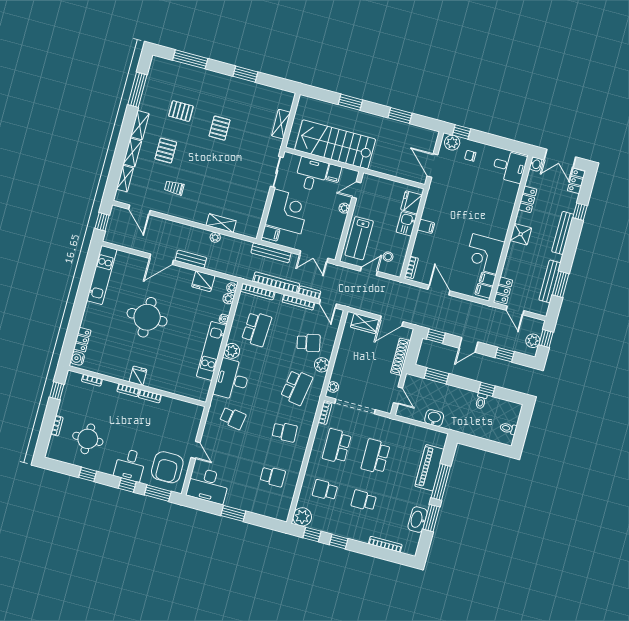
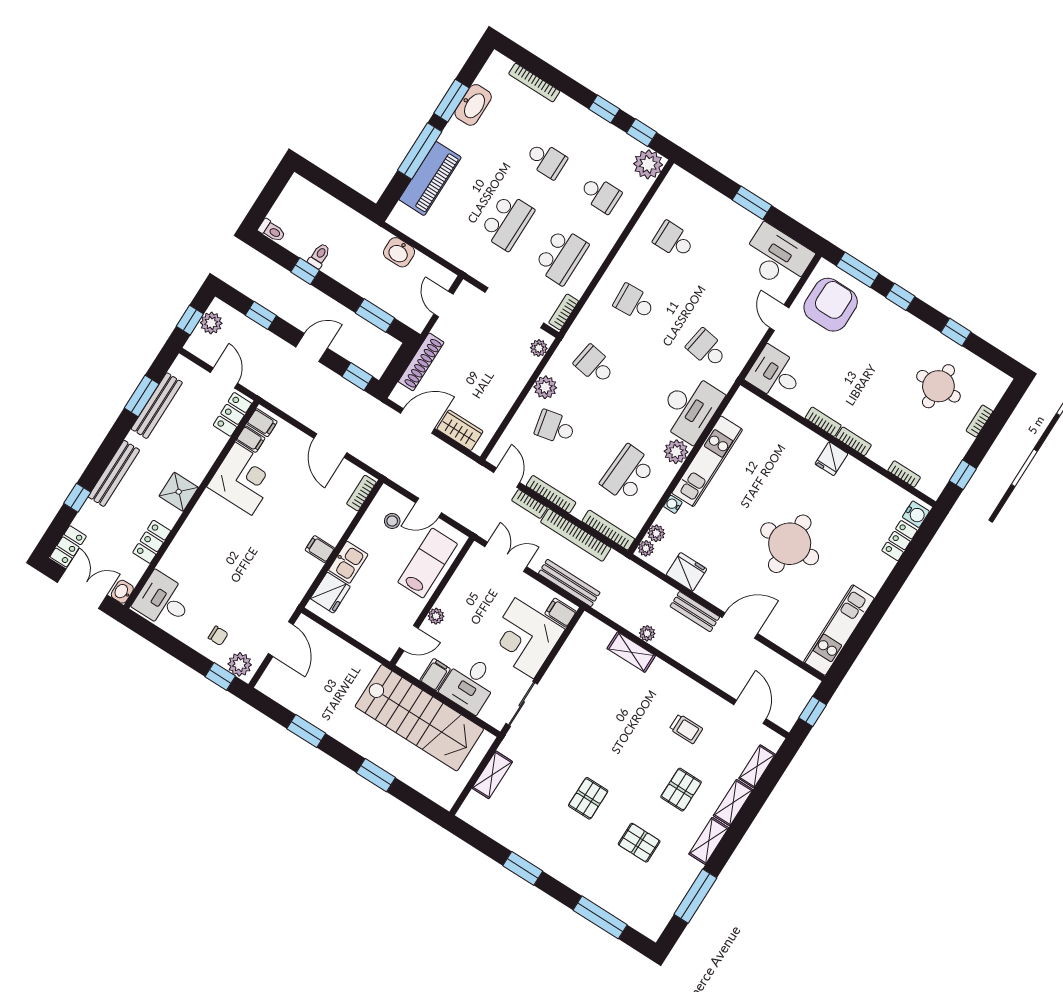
school desk: (297, 387) -> (595, 365), width x0.54
toilet: (508, 428) -> (272, 231), moved
desk: (130, 465) -> (775, 374), moved, turned -90

